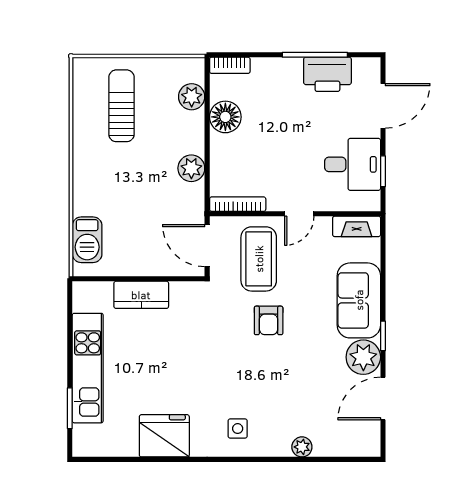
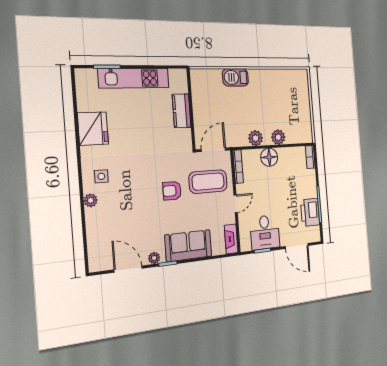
plant: (192, 97) -> (278, 137), moved
sun lounger: (121, 106) -> (285, 97), removed
floor lamp: (225, 117) -> (269, 157), moved
door: (299, 214) -> (236, 204), swing flipped
barbecue: (87, 240) -> (235, 77), moved
plant: (363, 357) -> (154, 258), width x0.53, depth x0.53
plant: (302, 447) -> (91, 200), moved

